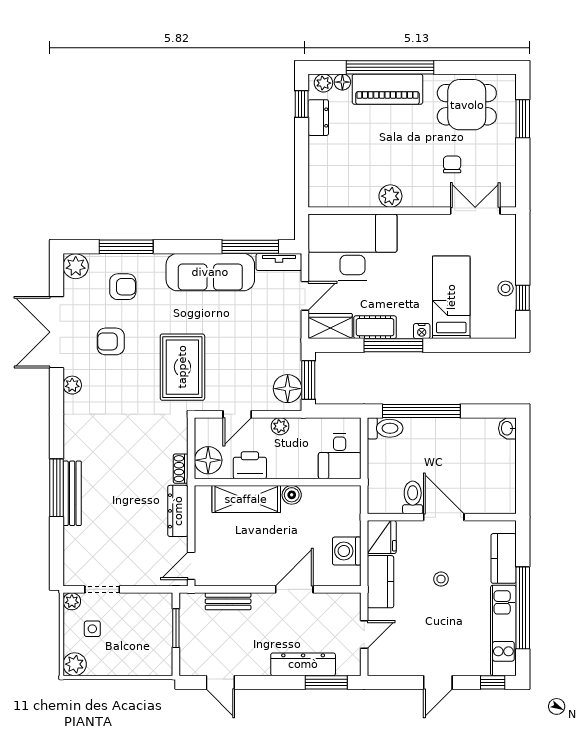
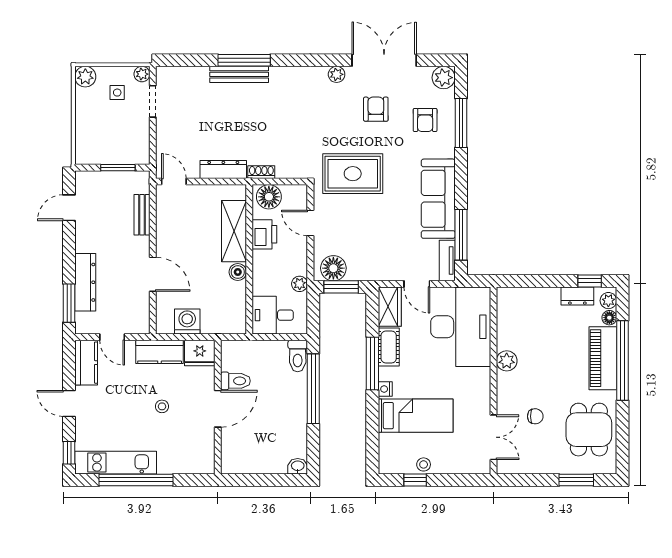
plant: (280, 426) -> (300, 284), moved
kitchen counter: (504, 558) -> (86, 363), moved, turned 90

